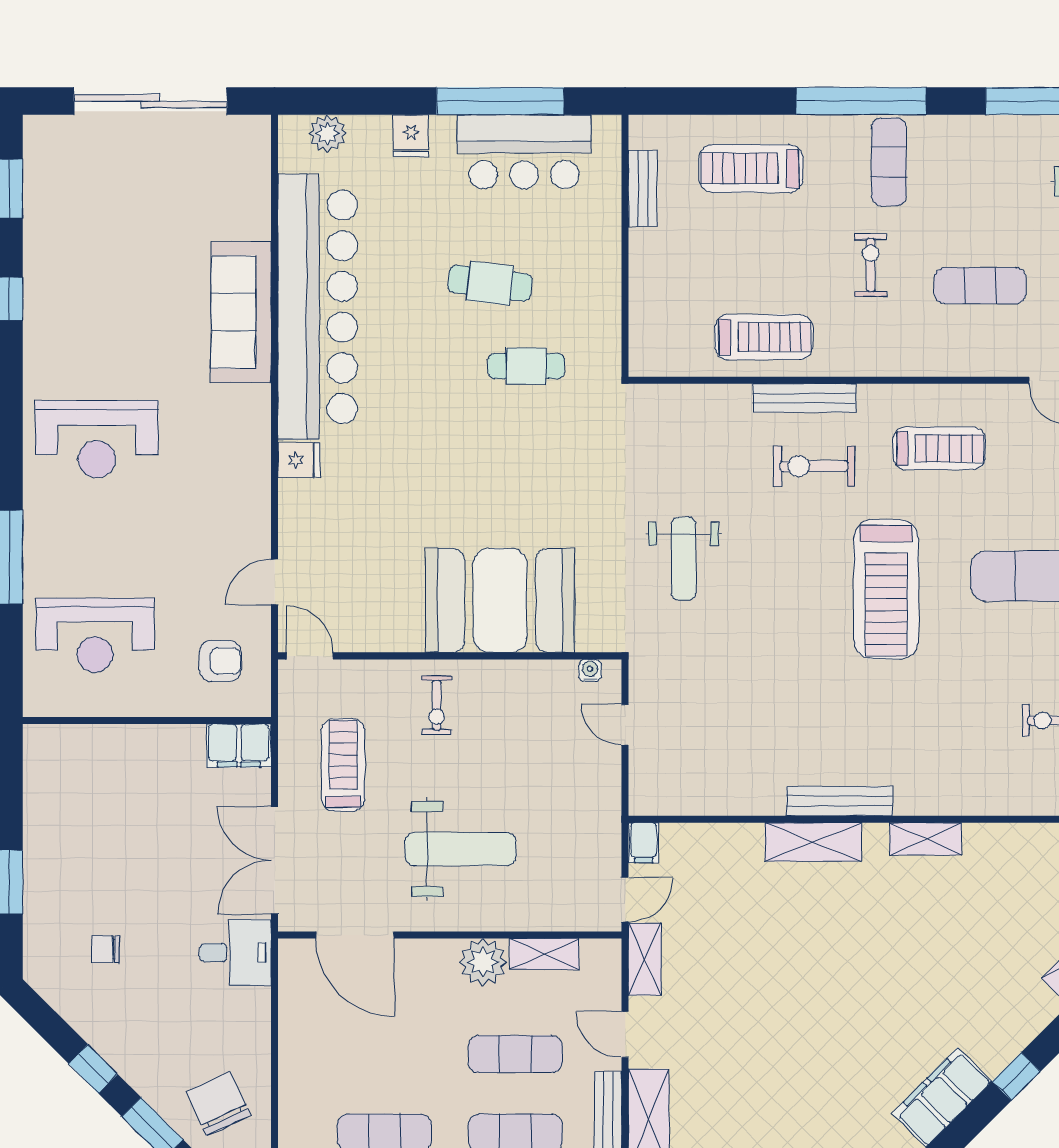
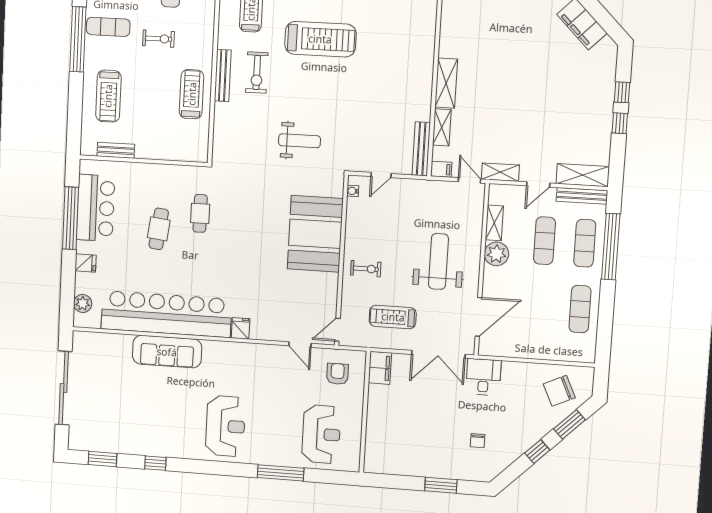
exercise bike: (871, 265) -> (159, 39), turned 180
bench: (840, 801) -> (421, 149), moved
shelving: (925, 839) -> (442, 127), moved

